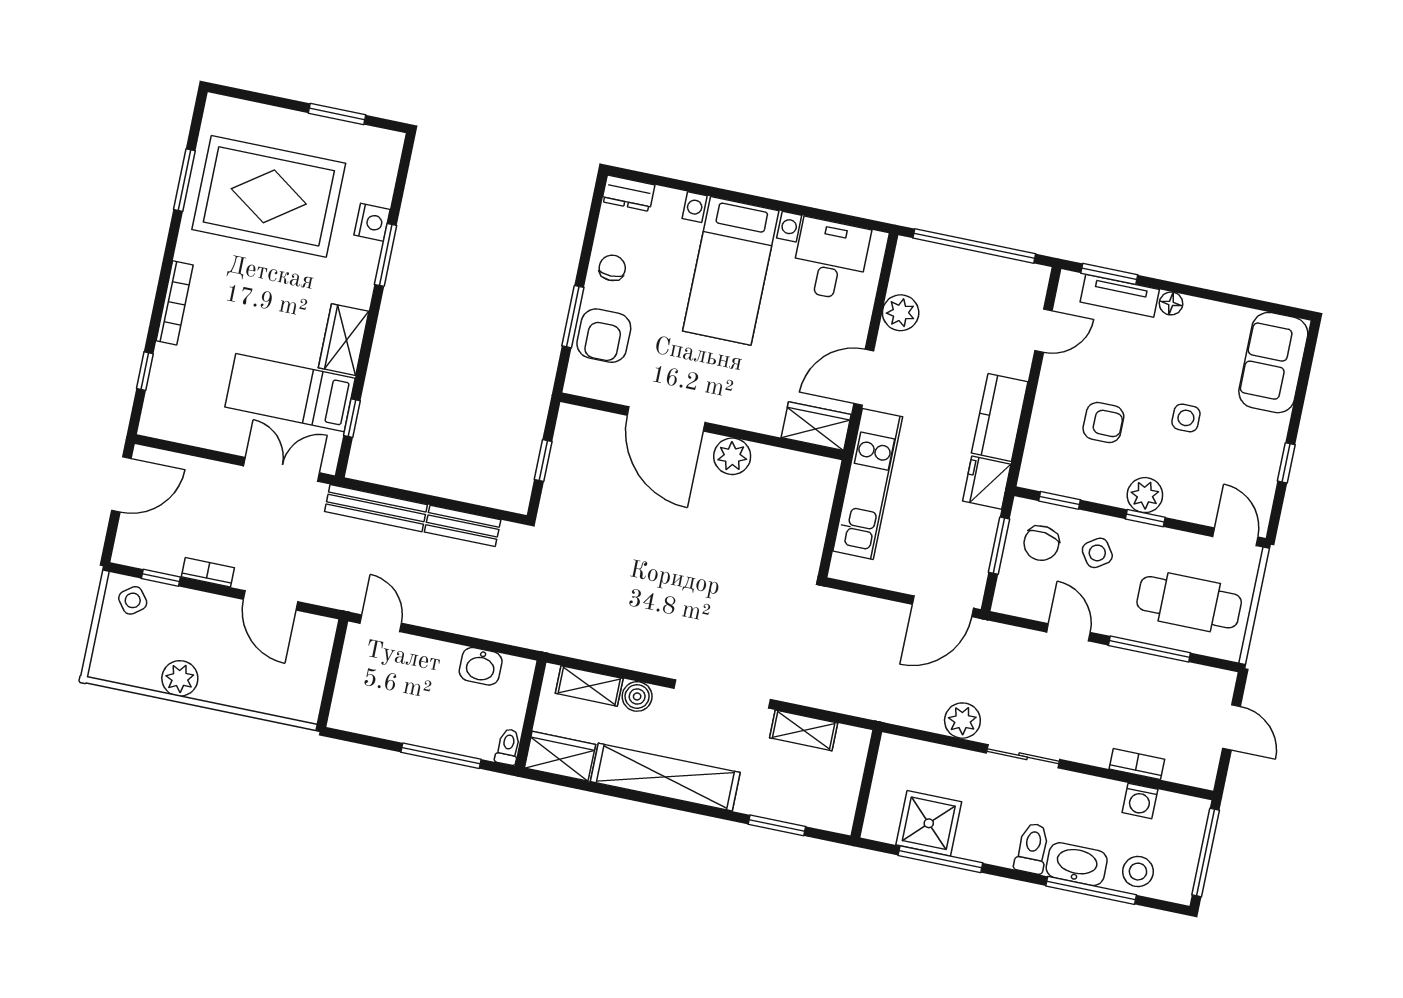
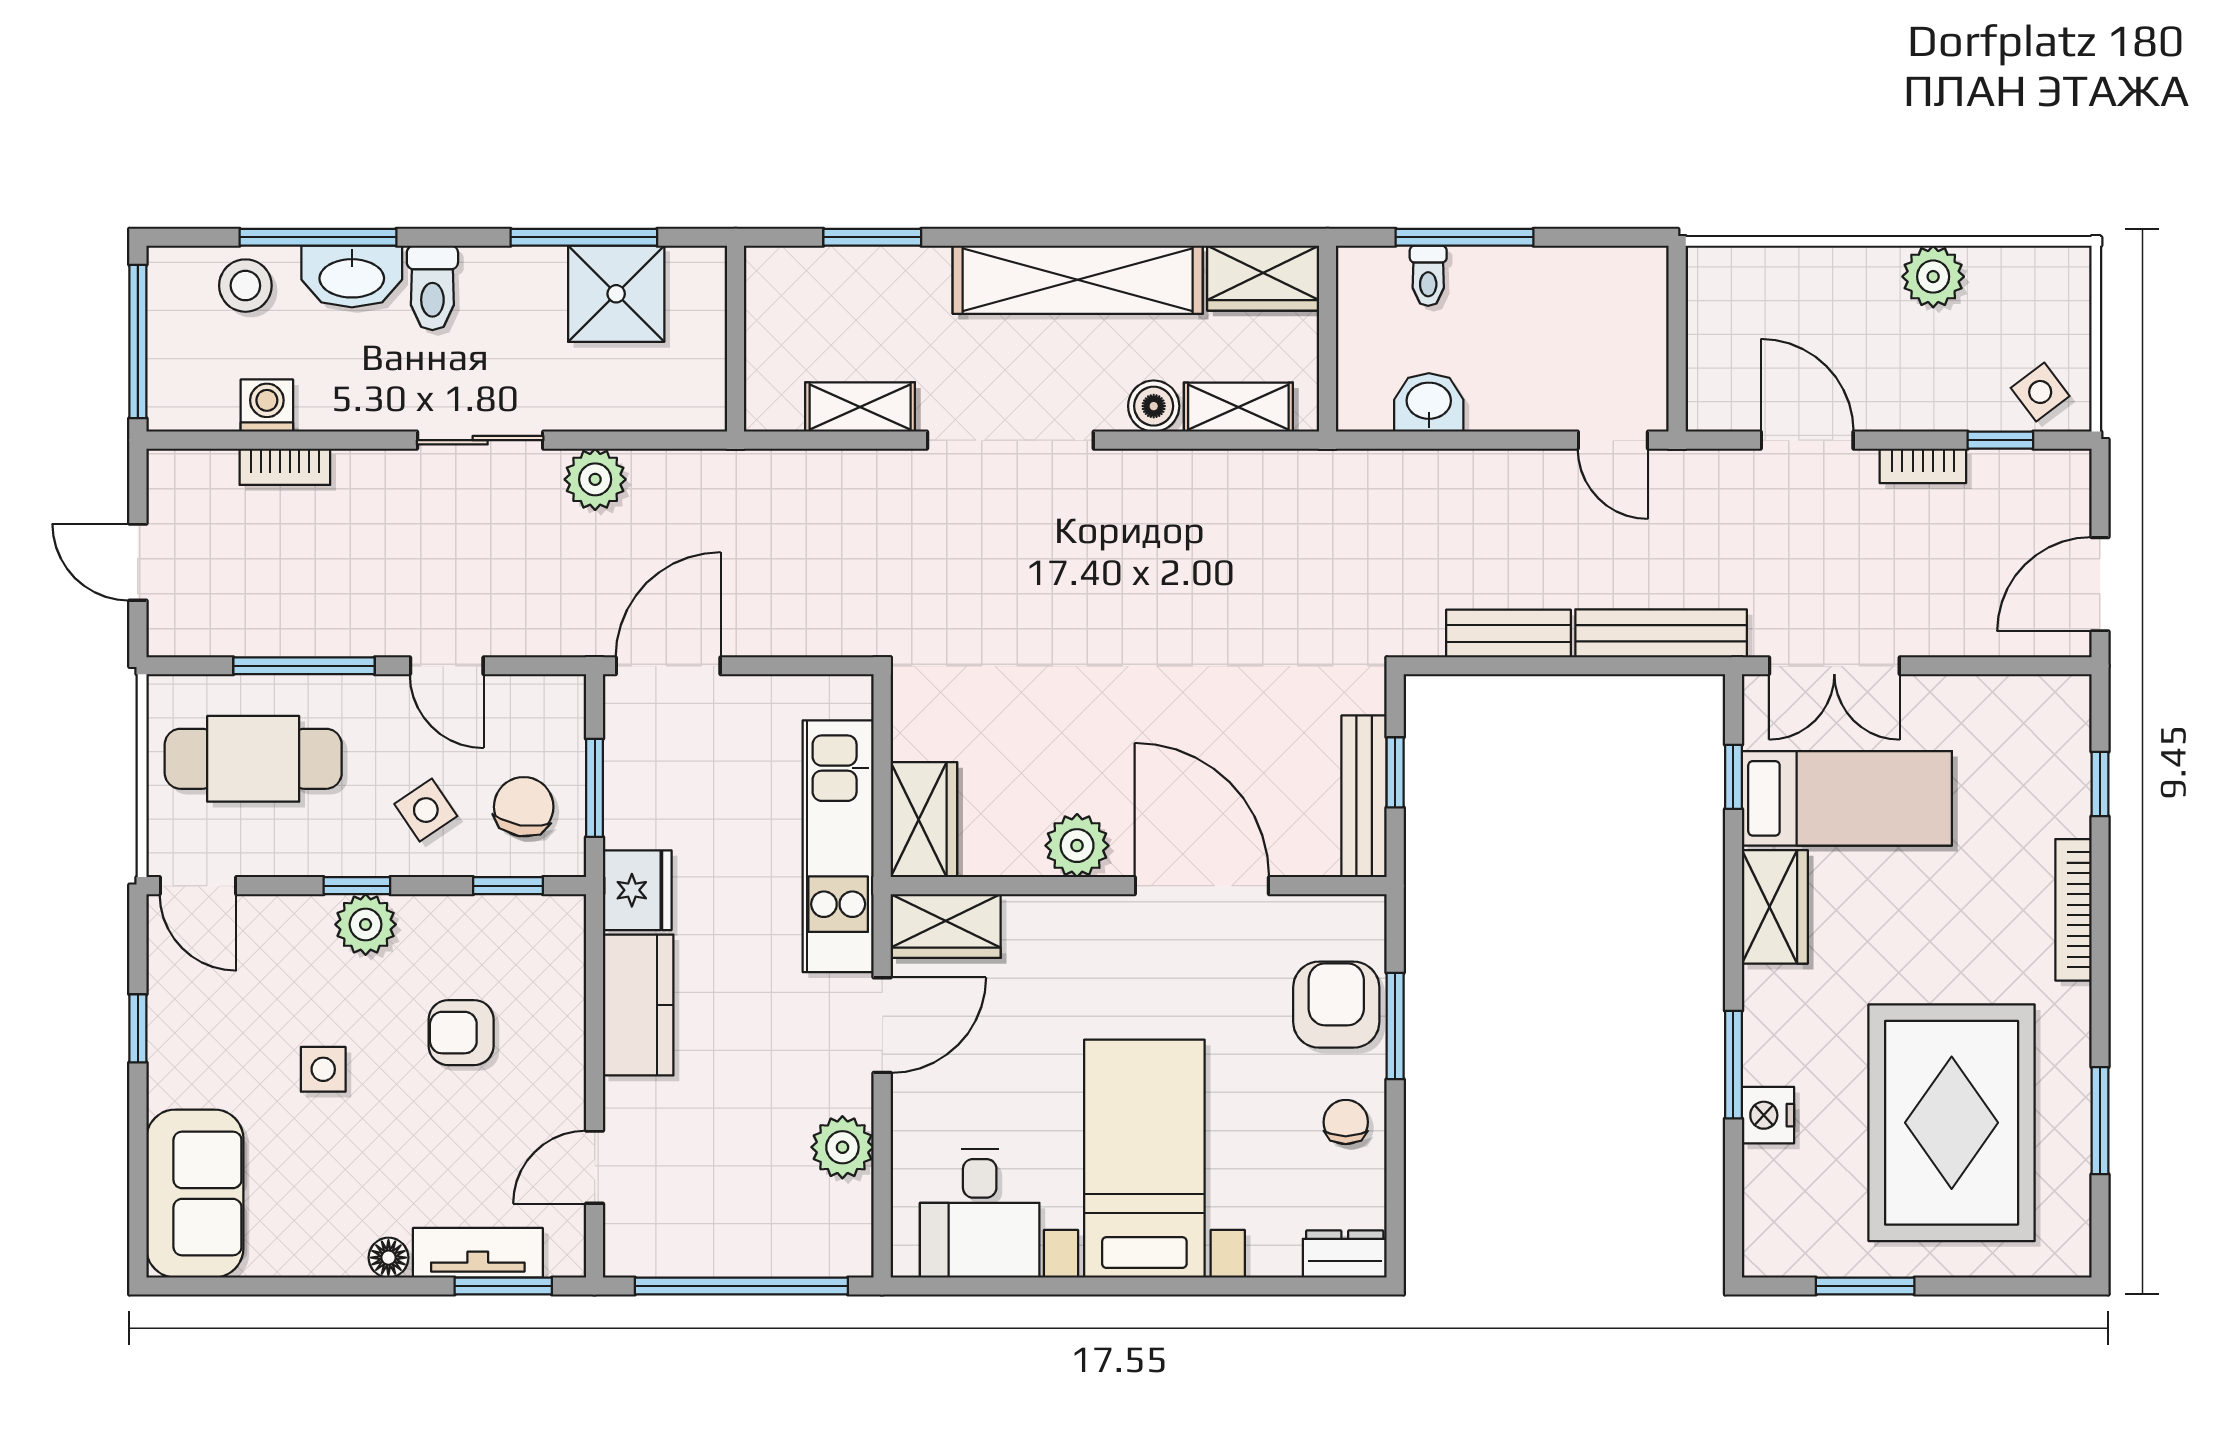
rug: (269, 196) -> (1952, 1123), turned 90
chair: (612, 268) -> (1346, 1122), turned 180
bench: (564, 451) -> (1364, 796), added
wardrobe: (816, 489) -> (924, 820), added
toilet: (508, 747) -> (1428, 276), moved

